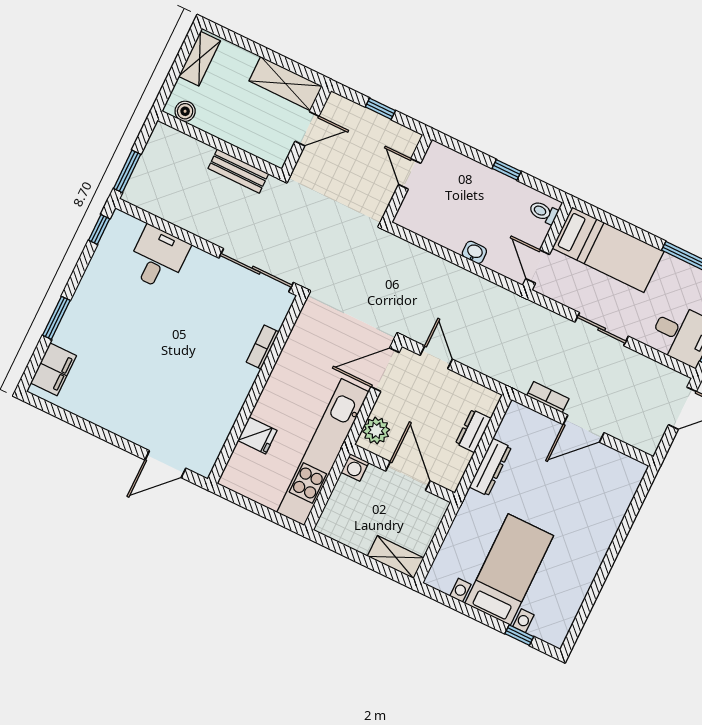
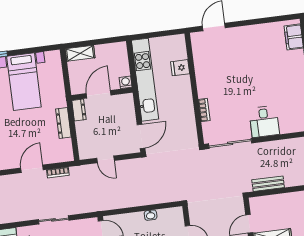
washbasin: (474, 252) -> (151, 215), moved
desk: (158, 258) -> (264, 121), moved
door: (436, 357) -> (105, 159), moved
plant: (376, 431) -> (127, 106), removed
dresser: (473, 431) -> (79, 110), moved
door: (408, 476) -> (99, 94), swing flipped

